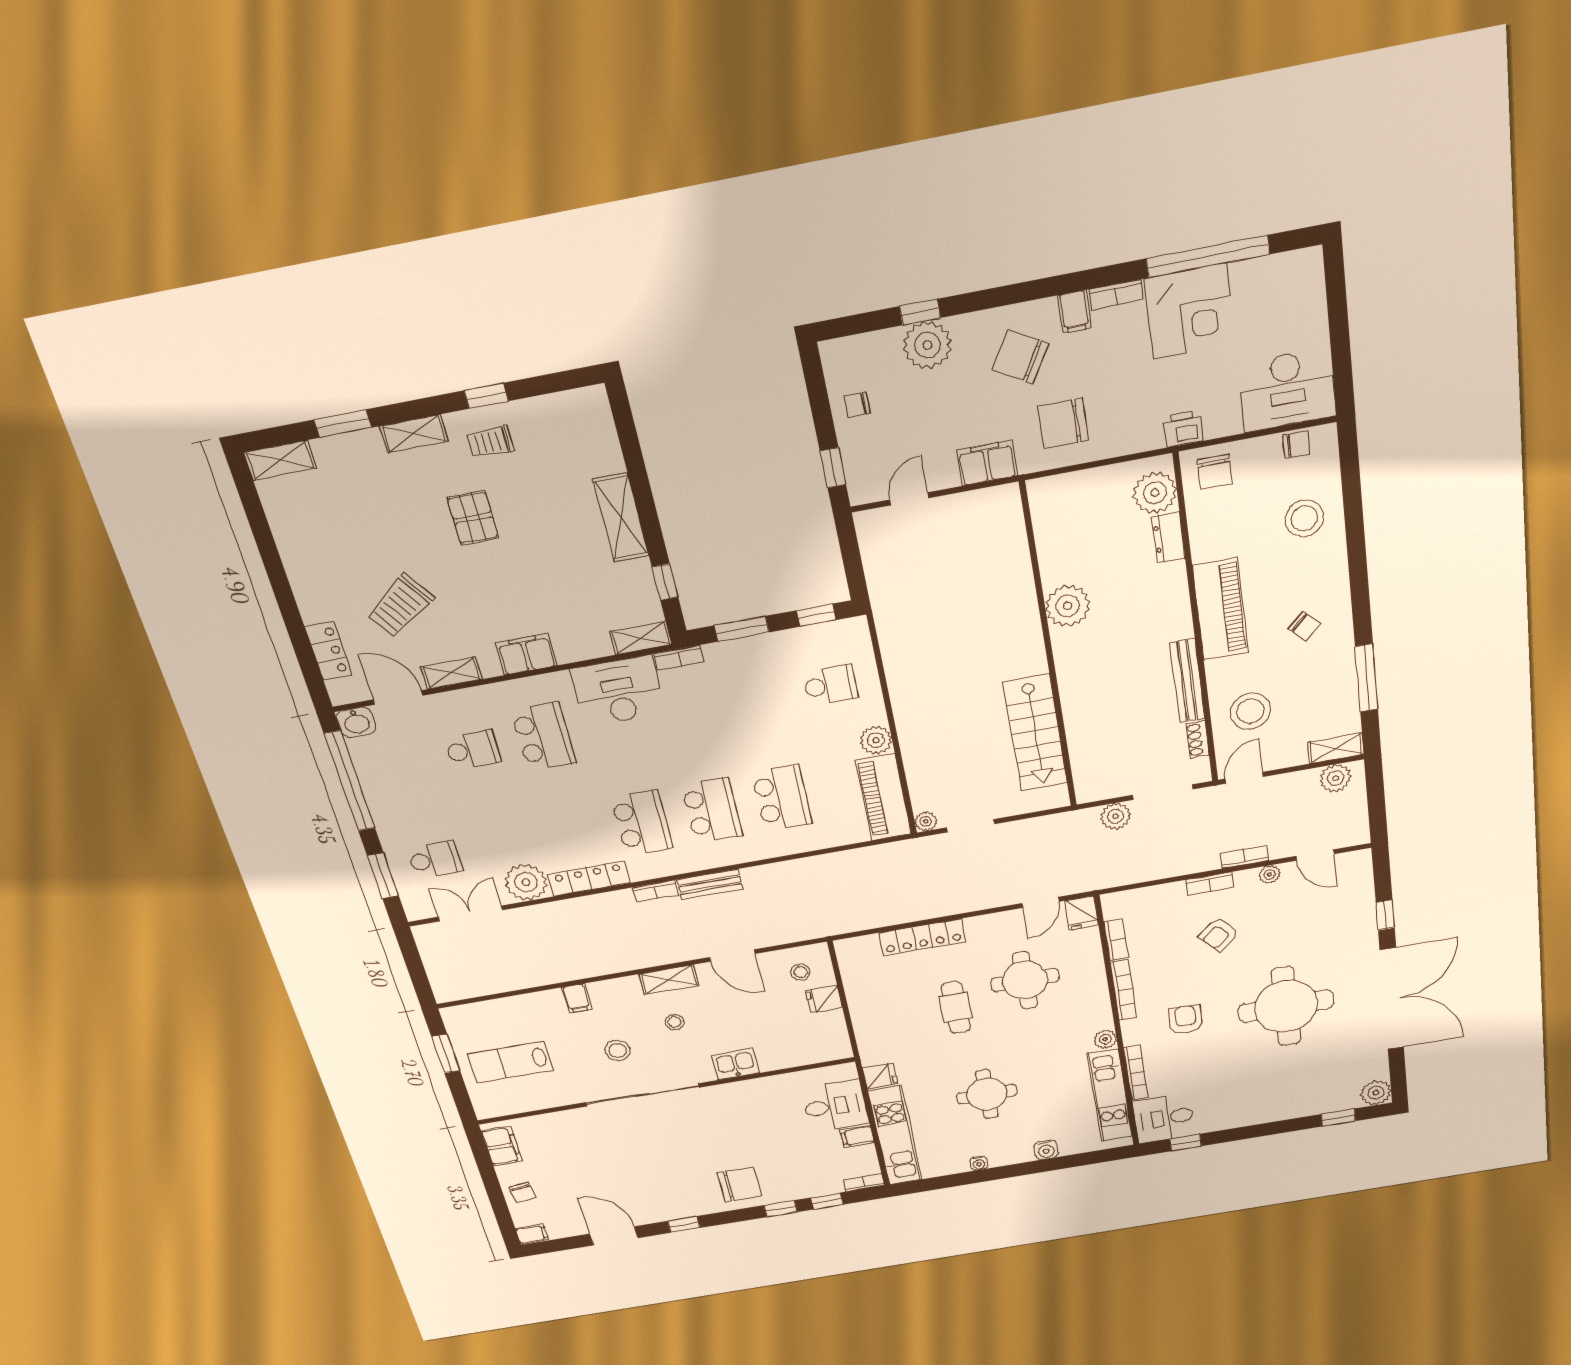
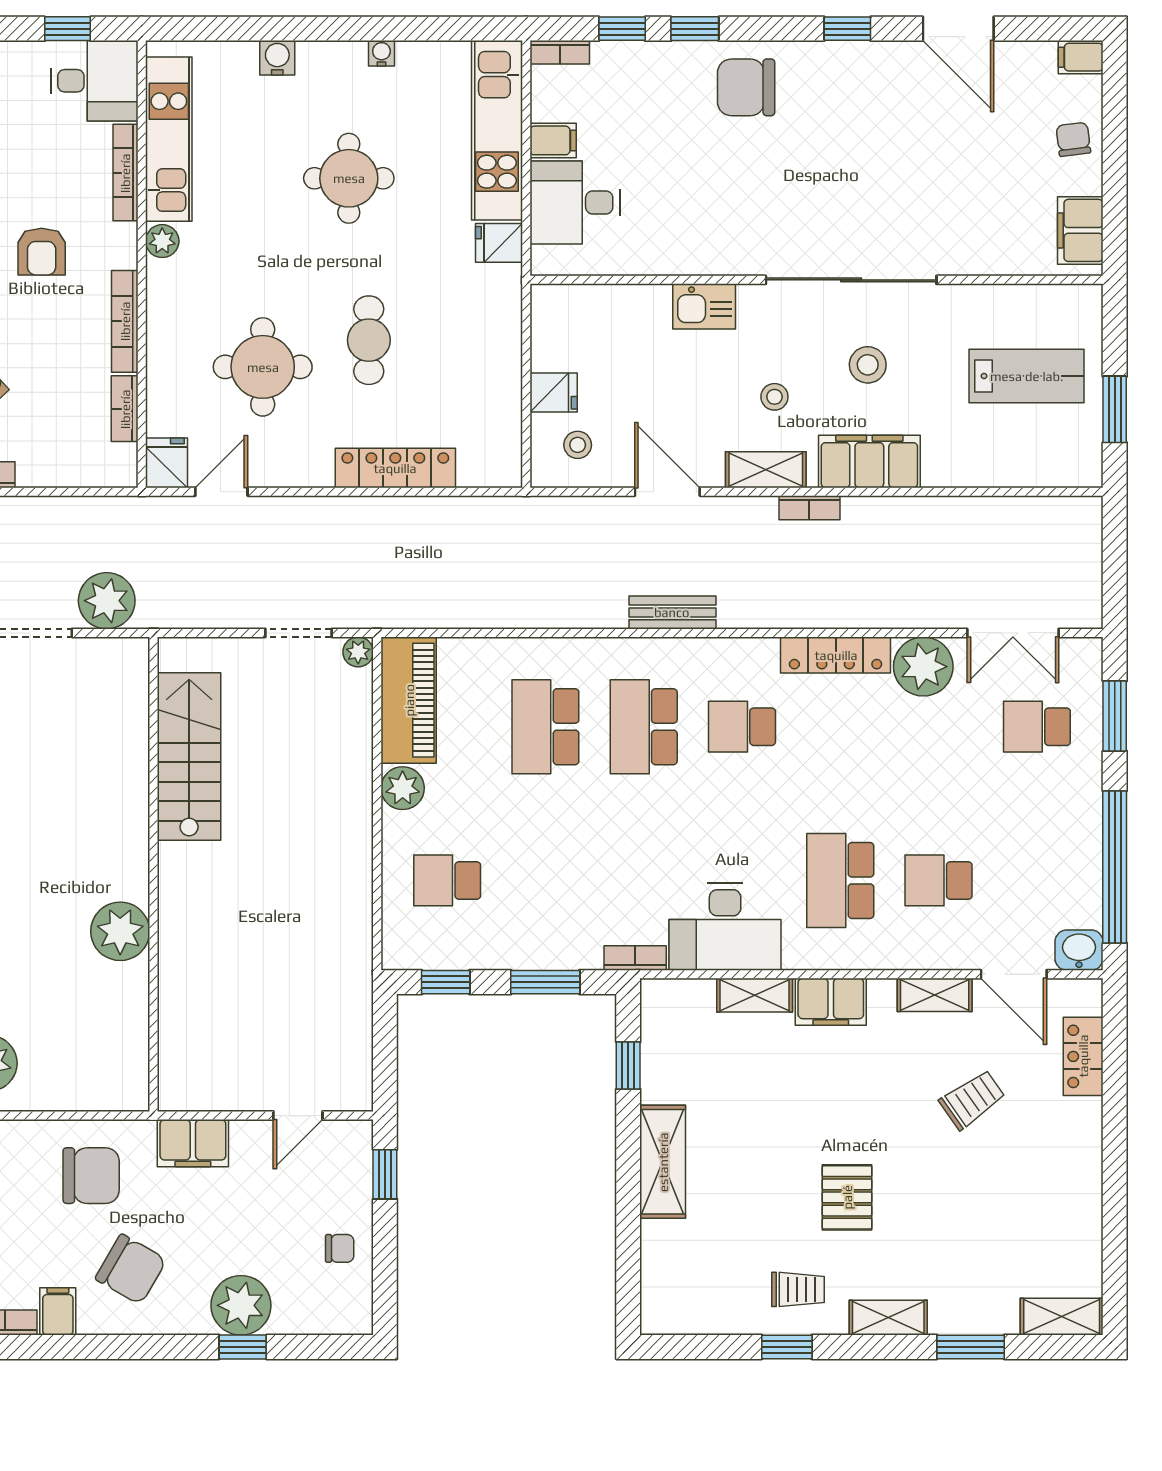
trolley: (400, 606) -> (972, 1099), width x0.73, depth x0.72
shelving: (641, 638) -> (755, 995), moved
plant: (1115, 816) -> (107, 601), width x1.36, depth x1.36
school desk: (642, 823) -> (742, 727), width x0.54
bookcase: (656, 891) -> (809, 508), moved, turned 180
filing cabinet: (577, 998) -> (869, 461), width x3.00, depth x1.17

